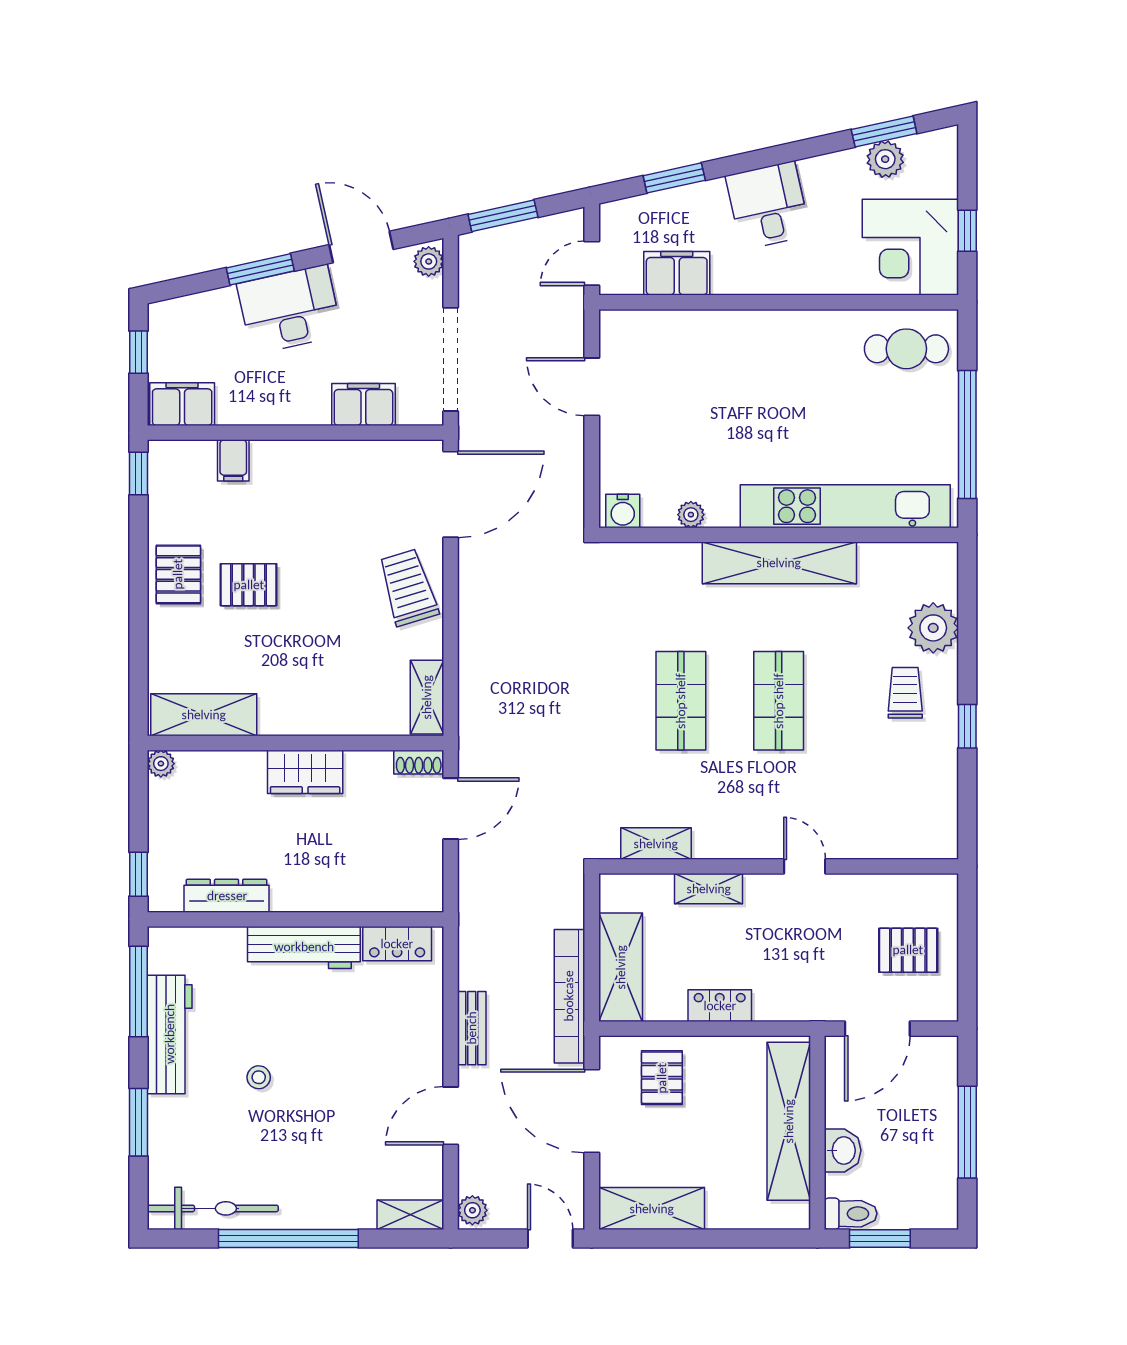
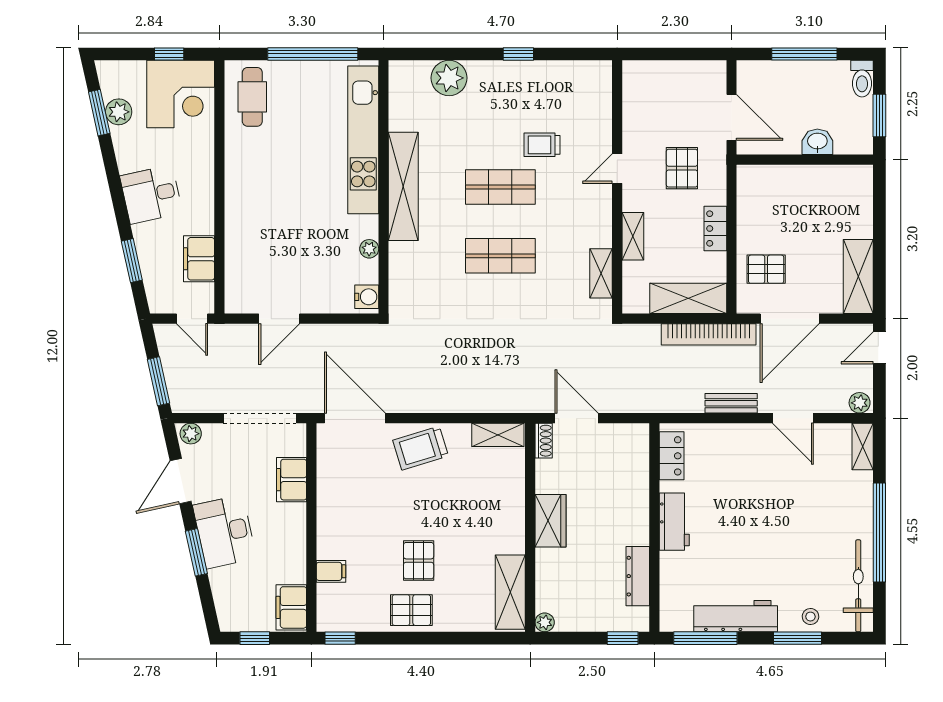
trolley: (905, 693) -> (542, 145), moved
workbench: (304, 947) -> (674, 522), width x0.73
pallet: (908, 950) -> (682, 168), moved
stool: (259, 1077) -> (810, 617), moved
shelving: (789, 1121) -> (797, 180), removed
toilet: (851, 1214) -> (862, 79), moved, turned 180

